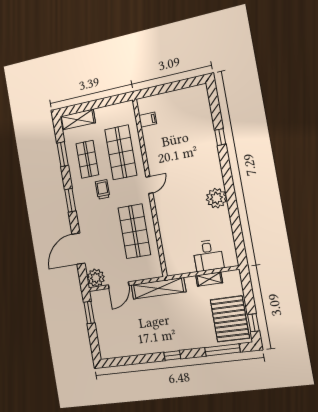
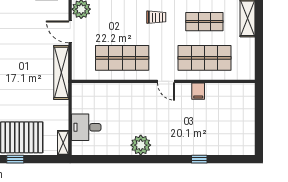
filing cabinet: (148, 120) -> (198, 91), moved
trolley: (102, 189) -> (156, 17), moved
shelving: (209, 279) -> (63, 143), moved

